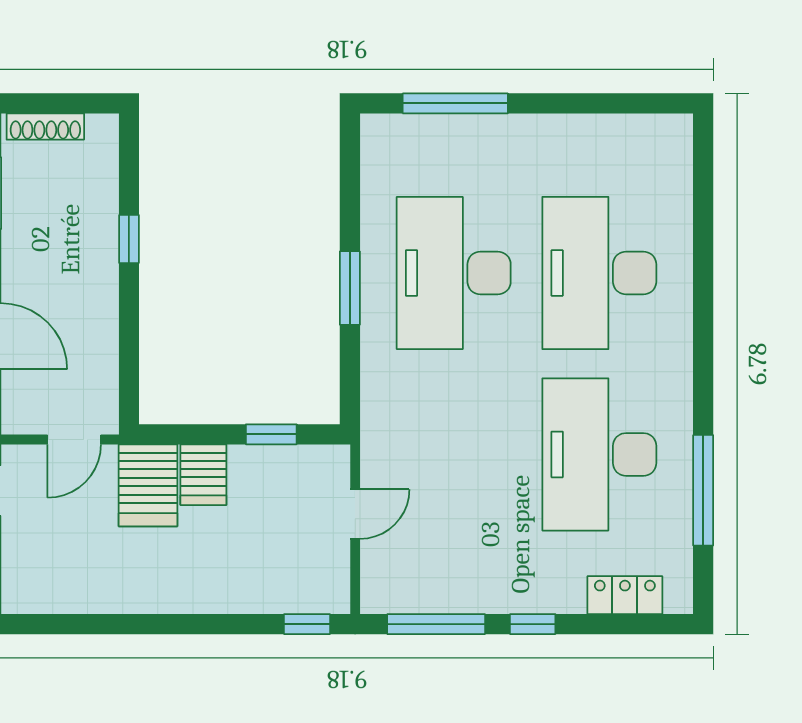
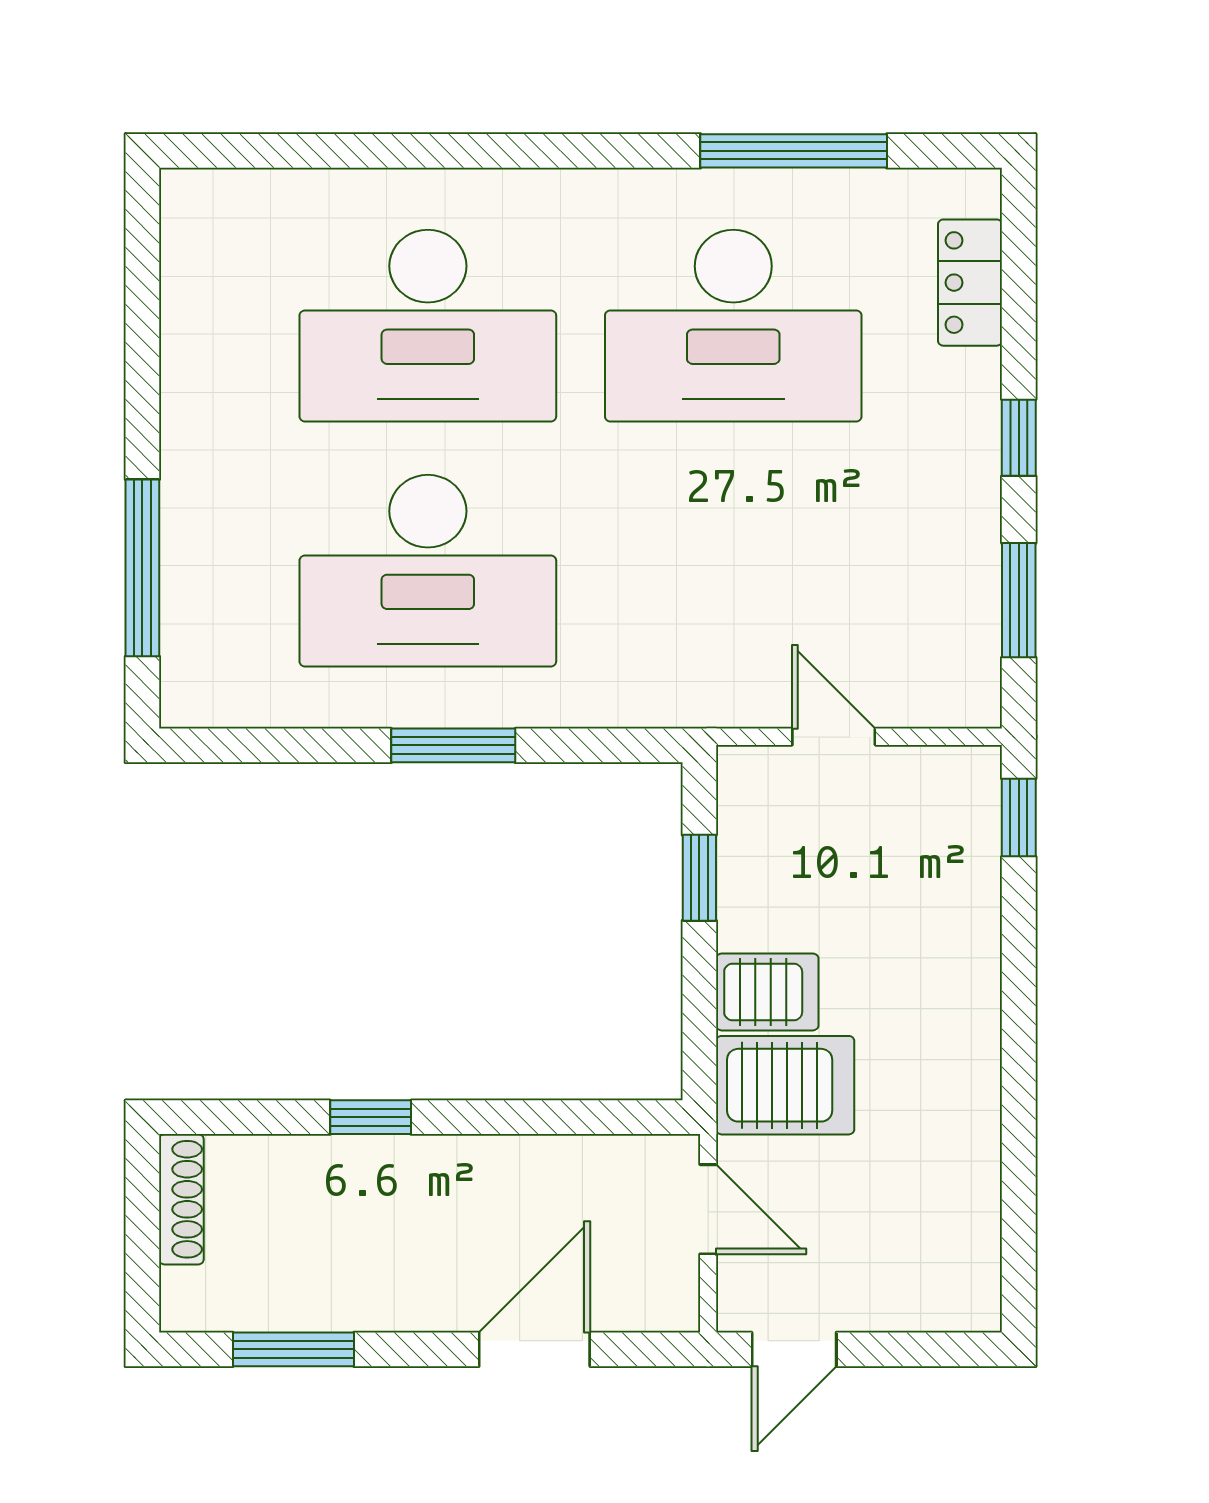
shoe rack: (45, 127) -> (181, 1199), moved
window: (436, 624) -> (1019, 600), width x0.69

